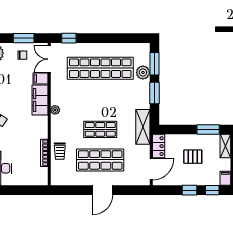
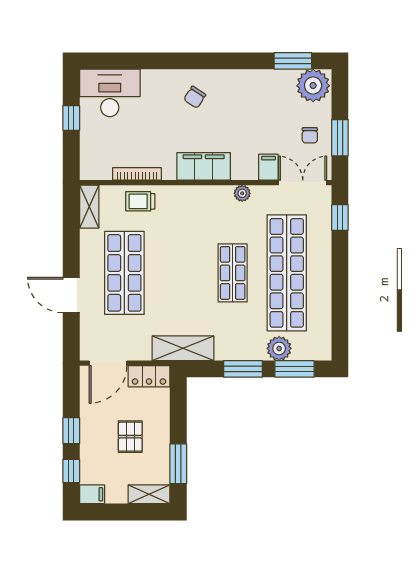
filing cabinet: (40, 100) -> (204, 166), moved
plant: (55, 110) -> (242, 193), moved
shop shelf: (100, 129) -> (233, 273), moved
door: (151, 169) -> (108, 363), hinge flipped
shelving: (63, 180) -> (89, 207), added
window: (13, 190) -> (71, 118), added
door: (103, 190) -> (71, 295), moved

